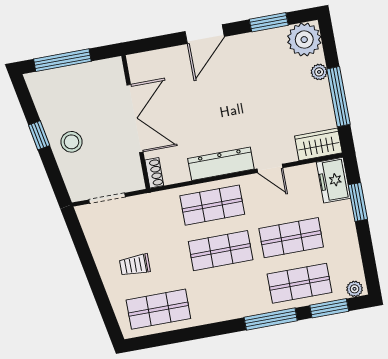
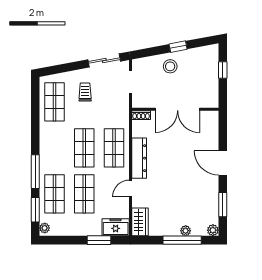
plant: (304, 40) -> (213, 230), width x0.53, depth x0.53
window: (62, 60) -> (223, 70), width x0.46
window: (338, 97) -> (182, 240), moved
sliding door: (81, 244) -> (104, 60), added

